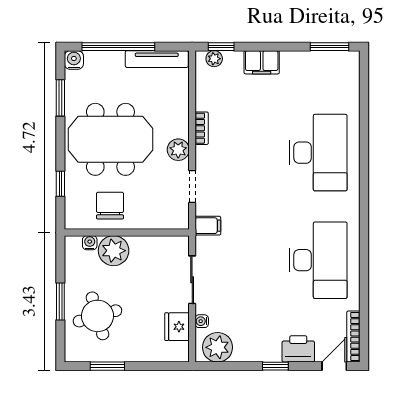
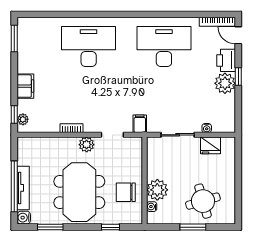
tv unit: (157, 59) -> (23, 188), moved
plant: (218, 347) -> (225, 83), moved
window: (107, 366) -> (238, 194), removed

